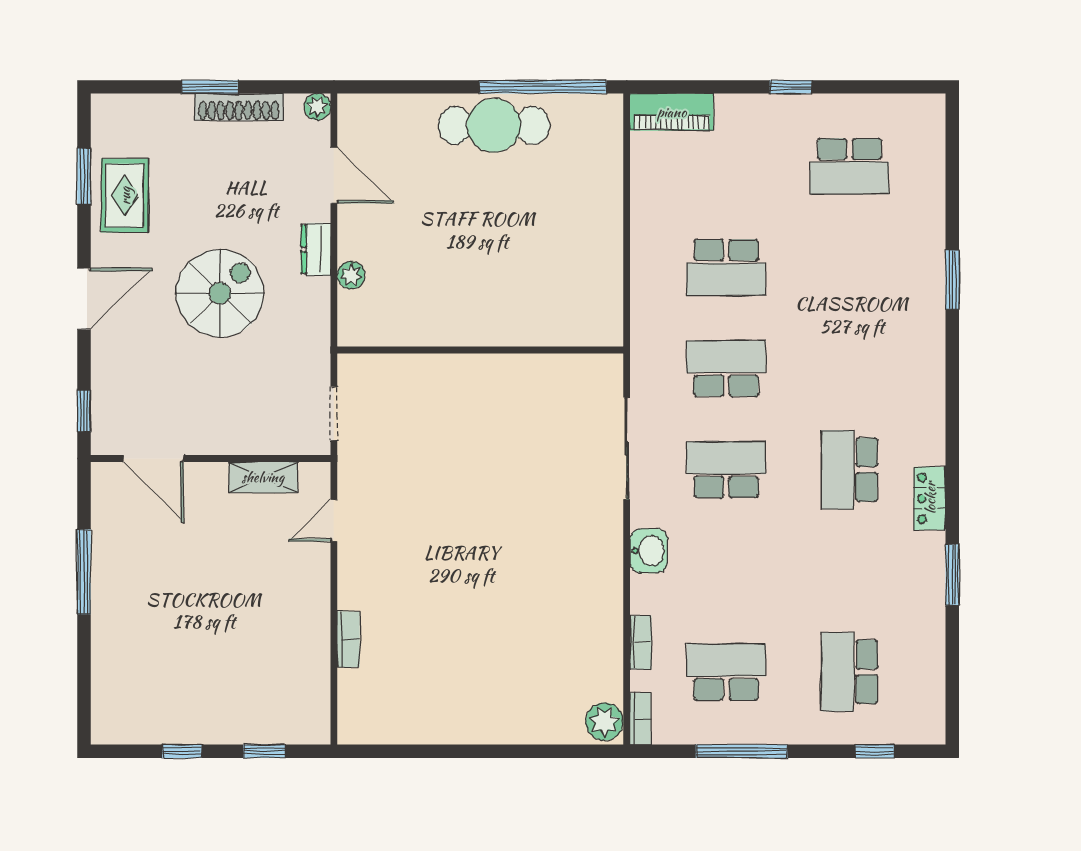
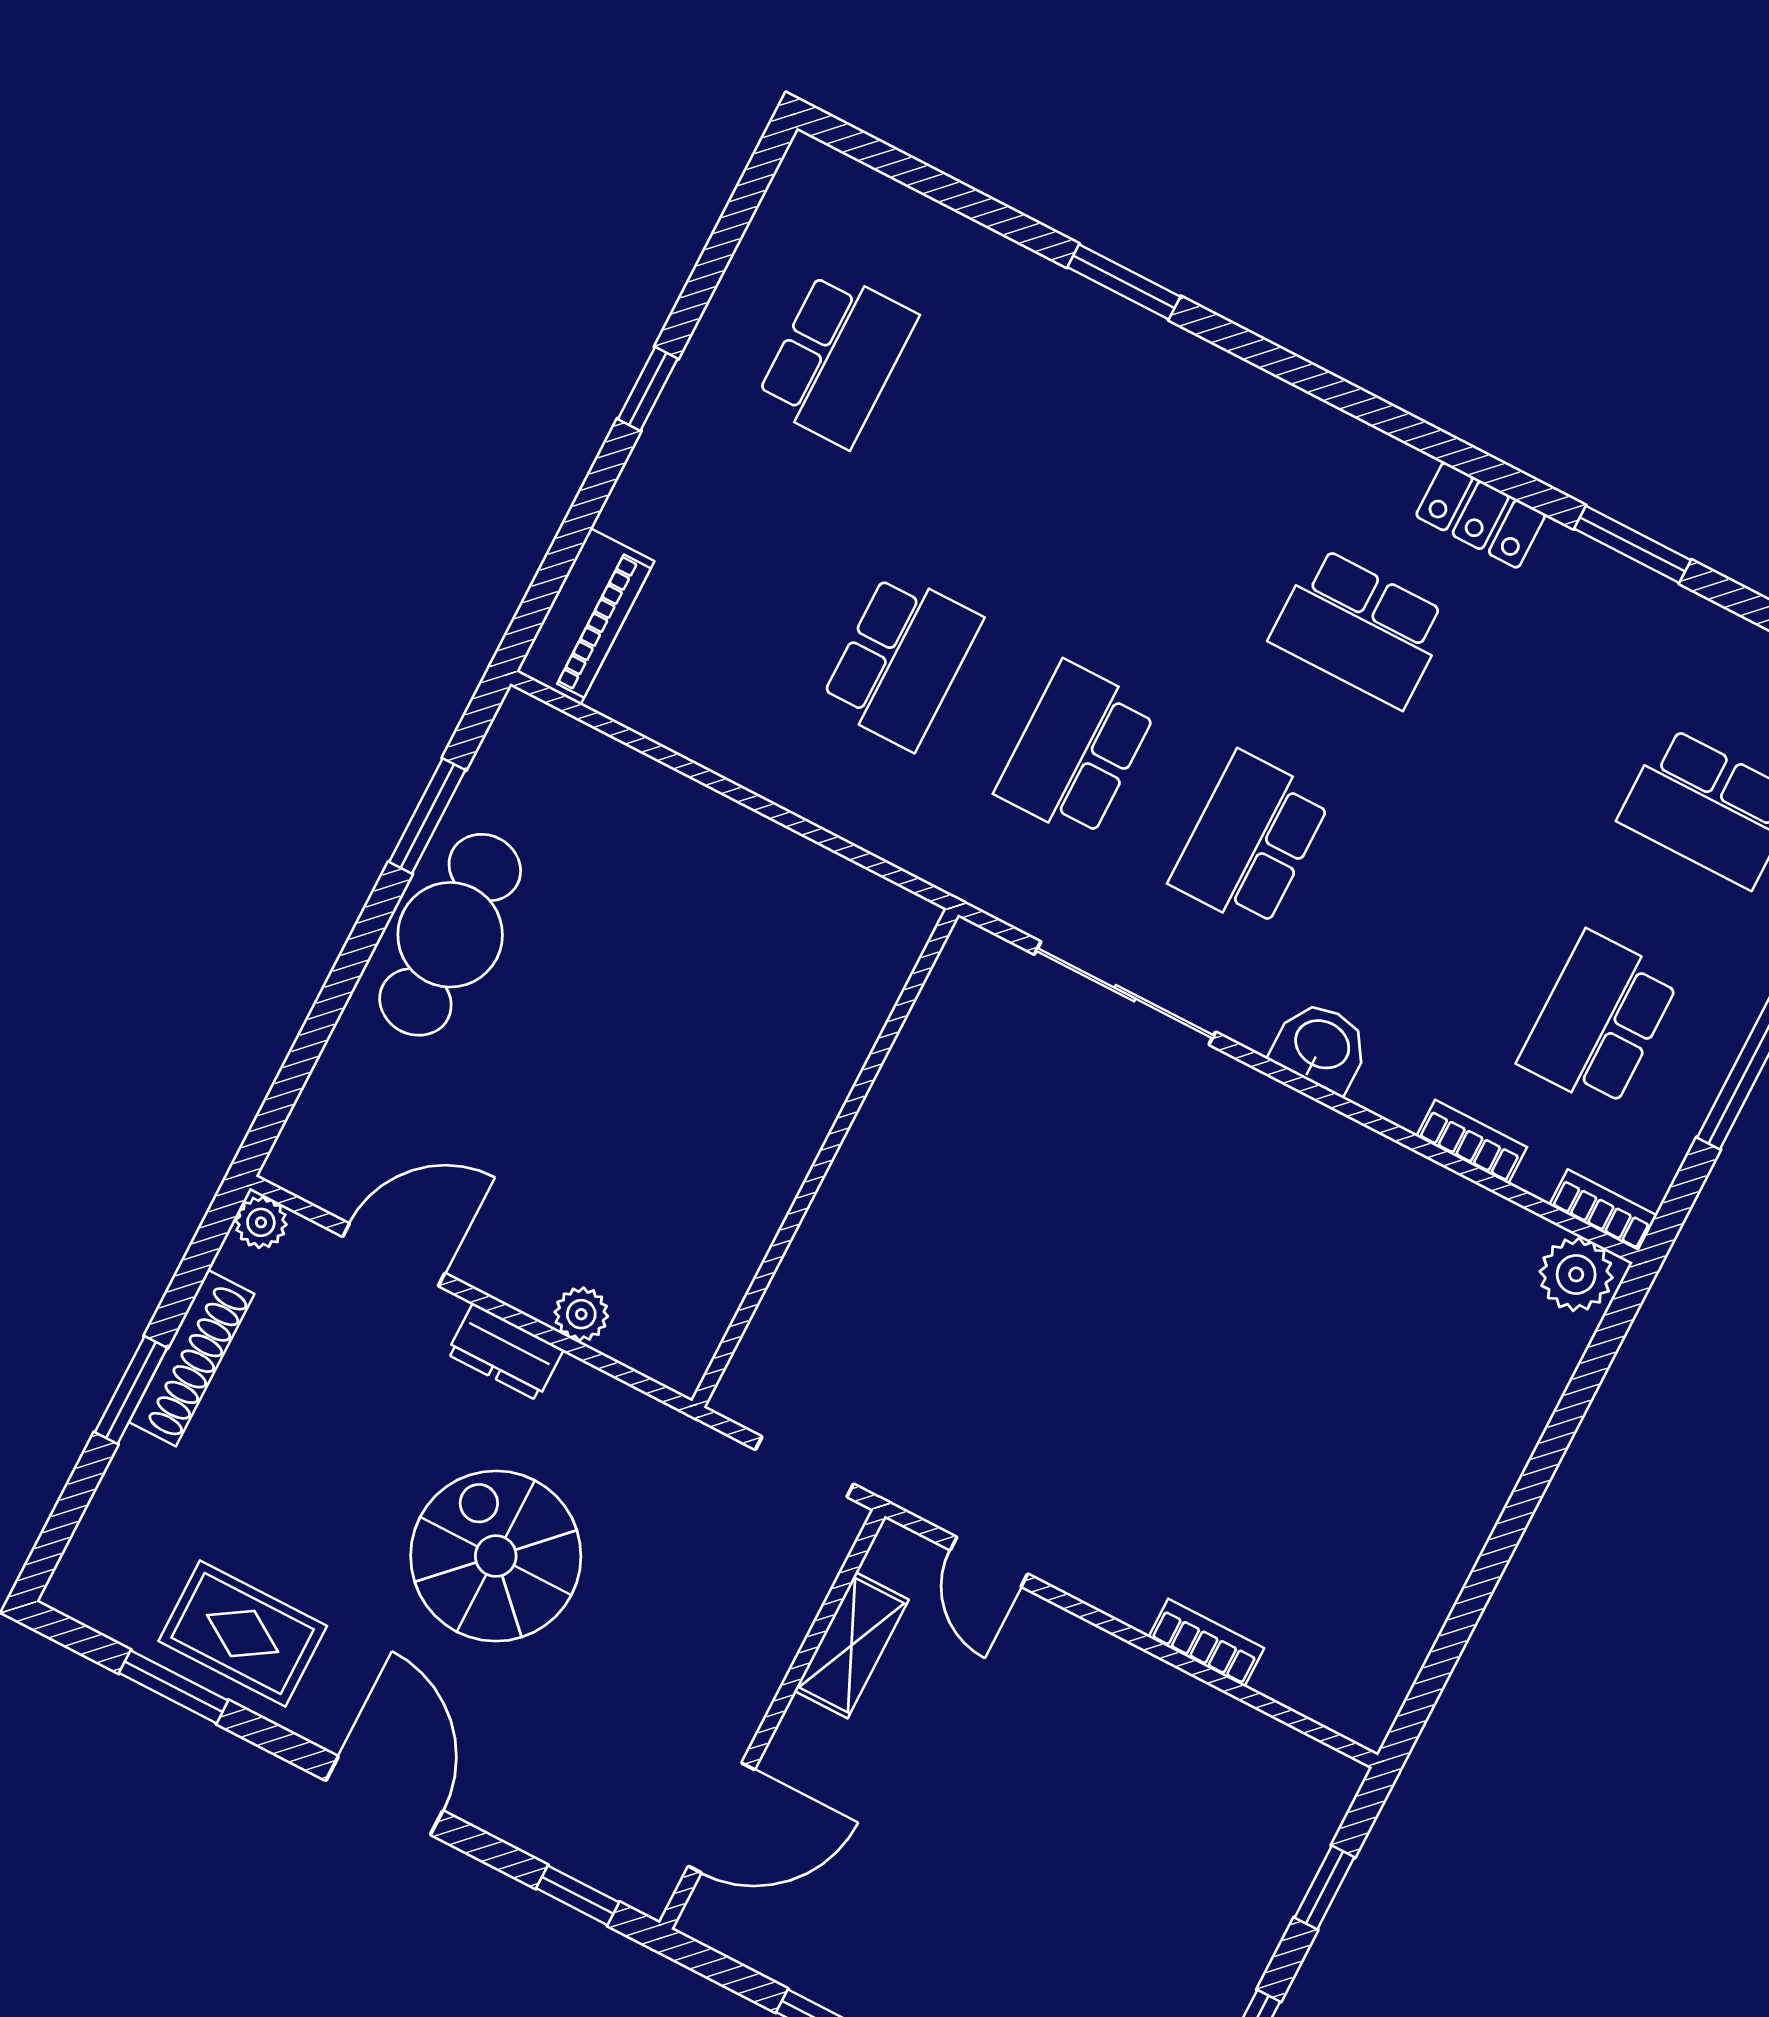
window: (543, 87) -> (427, 816), width x0.47

